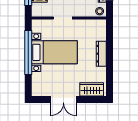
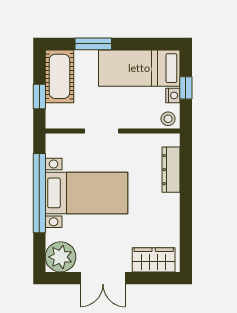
dresser: (101, 54) -> (171, 170), moved
plant: (40, 88) -> (61, 257), added

